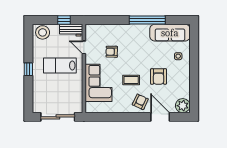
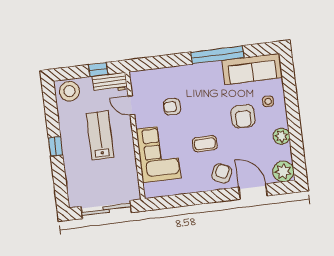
lab bench: (60, 65) -> (100, 135), turned 90
armchair: (159, 76) -> (243, 116), moved
plant: (184, 81) -> (281, 136), added

